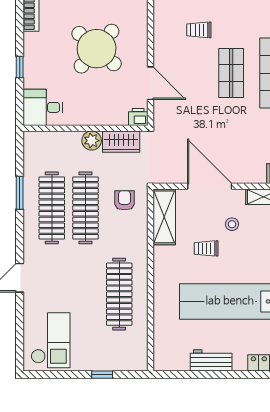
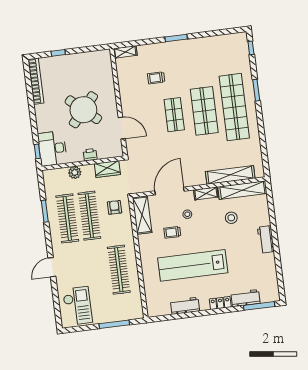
trolley: (199, 30) -> (156, 78), moved
window: (20, 67) -> (37, 151), moved
desk: (43, 107) -> (52, 148), width x1.37
printer: (138, 117) -> (90, 155), moved
plant: (92, 141) -> (75, 172), moved
door: (210, 186) -> (169, 191), hinge flipped
window: (102, 375) -> (114, 324), width x2.17

